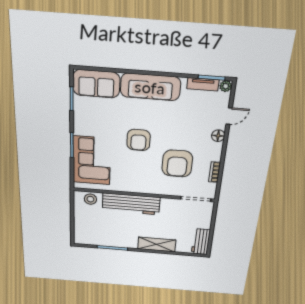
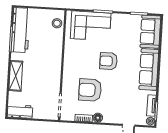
floor lamp: (218, 136) -> (98, 118), moved
workbench: (131, 204) -> (21, 30), moved, turned 180

